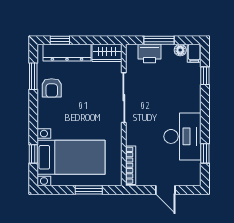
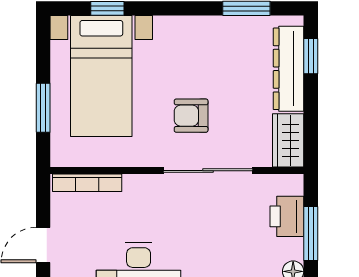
armchair: (52, 88) -> (191, 116), moved

